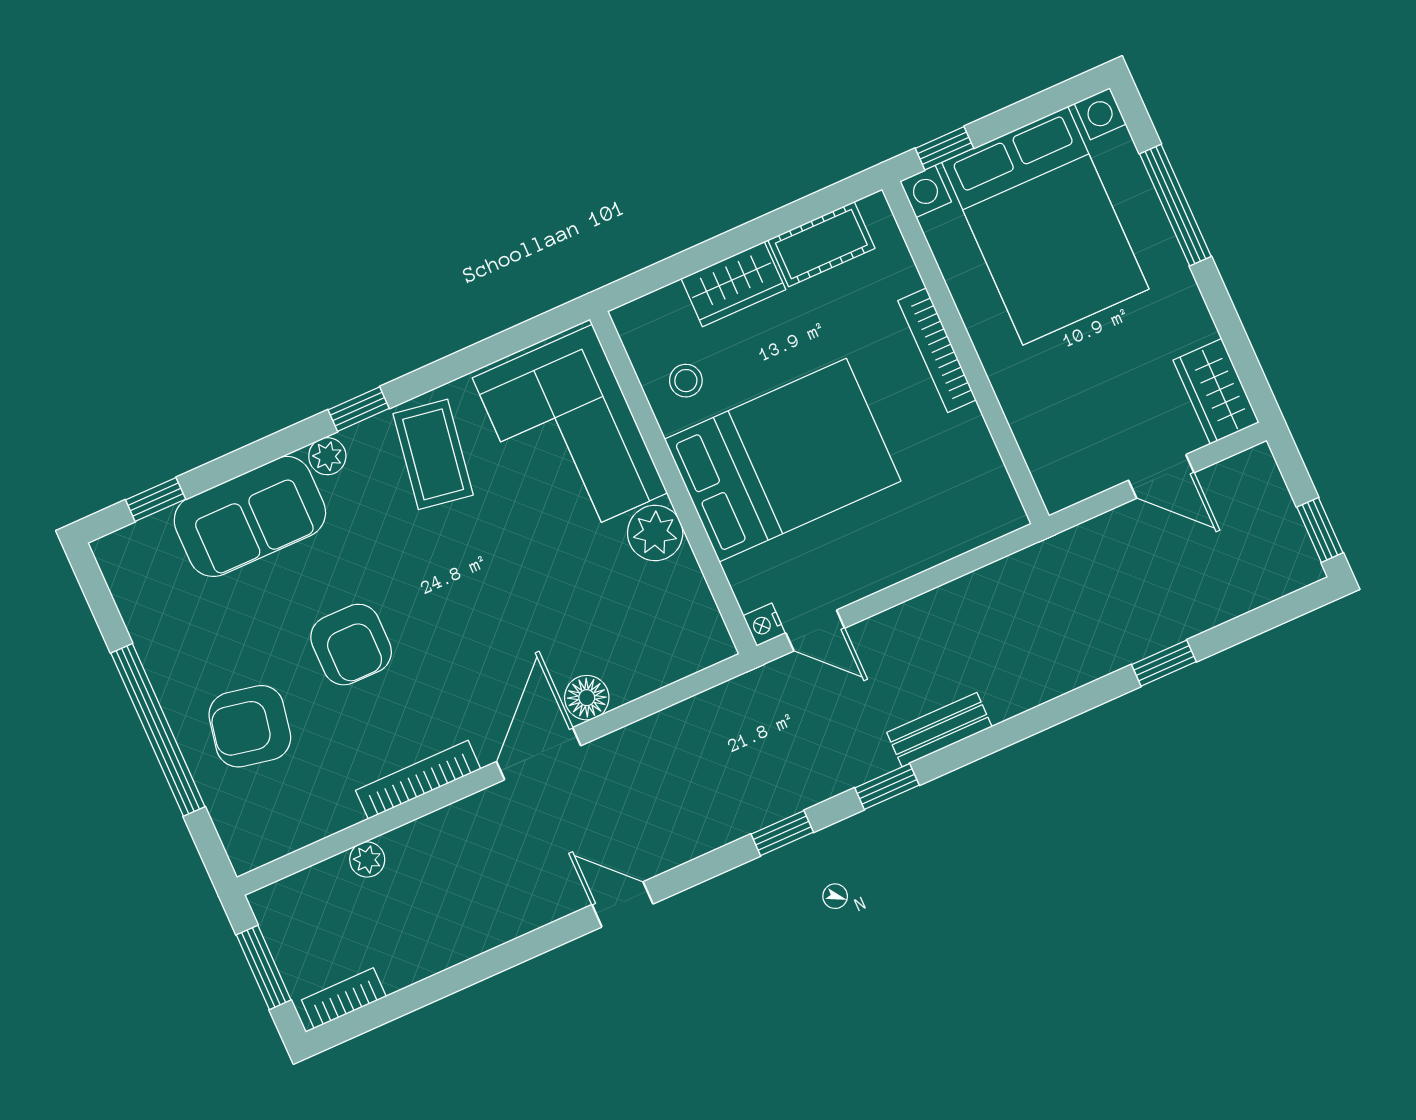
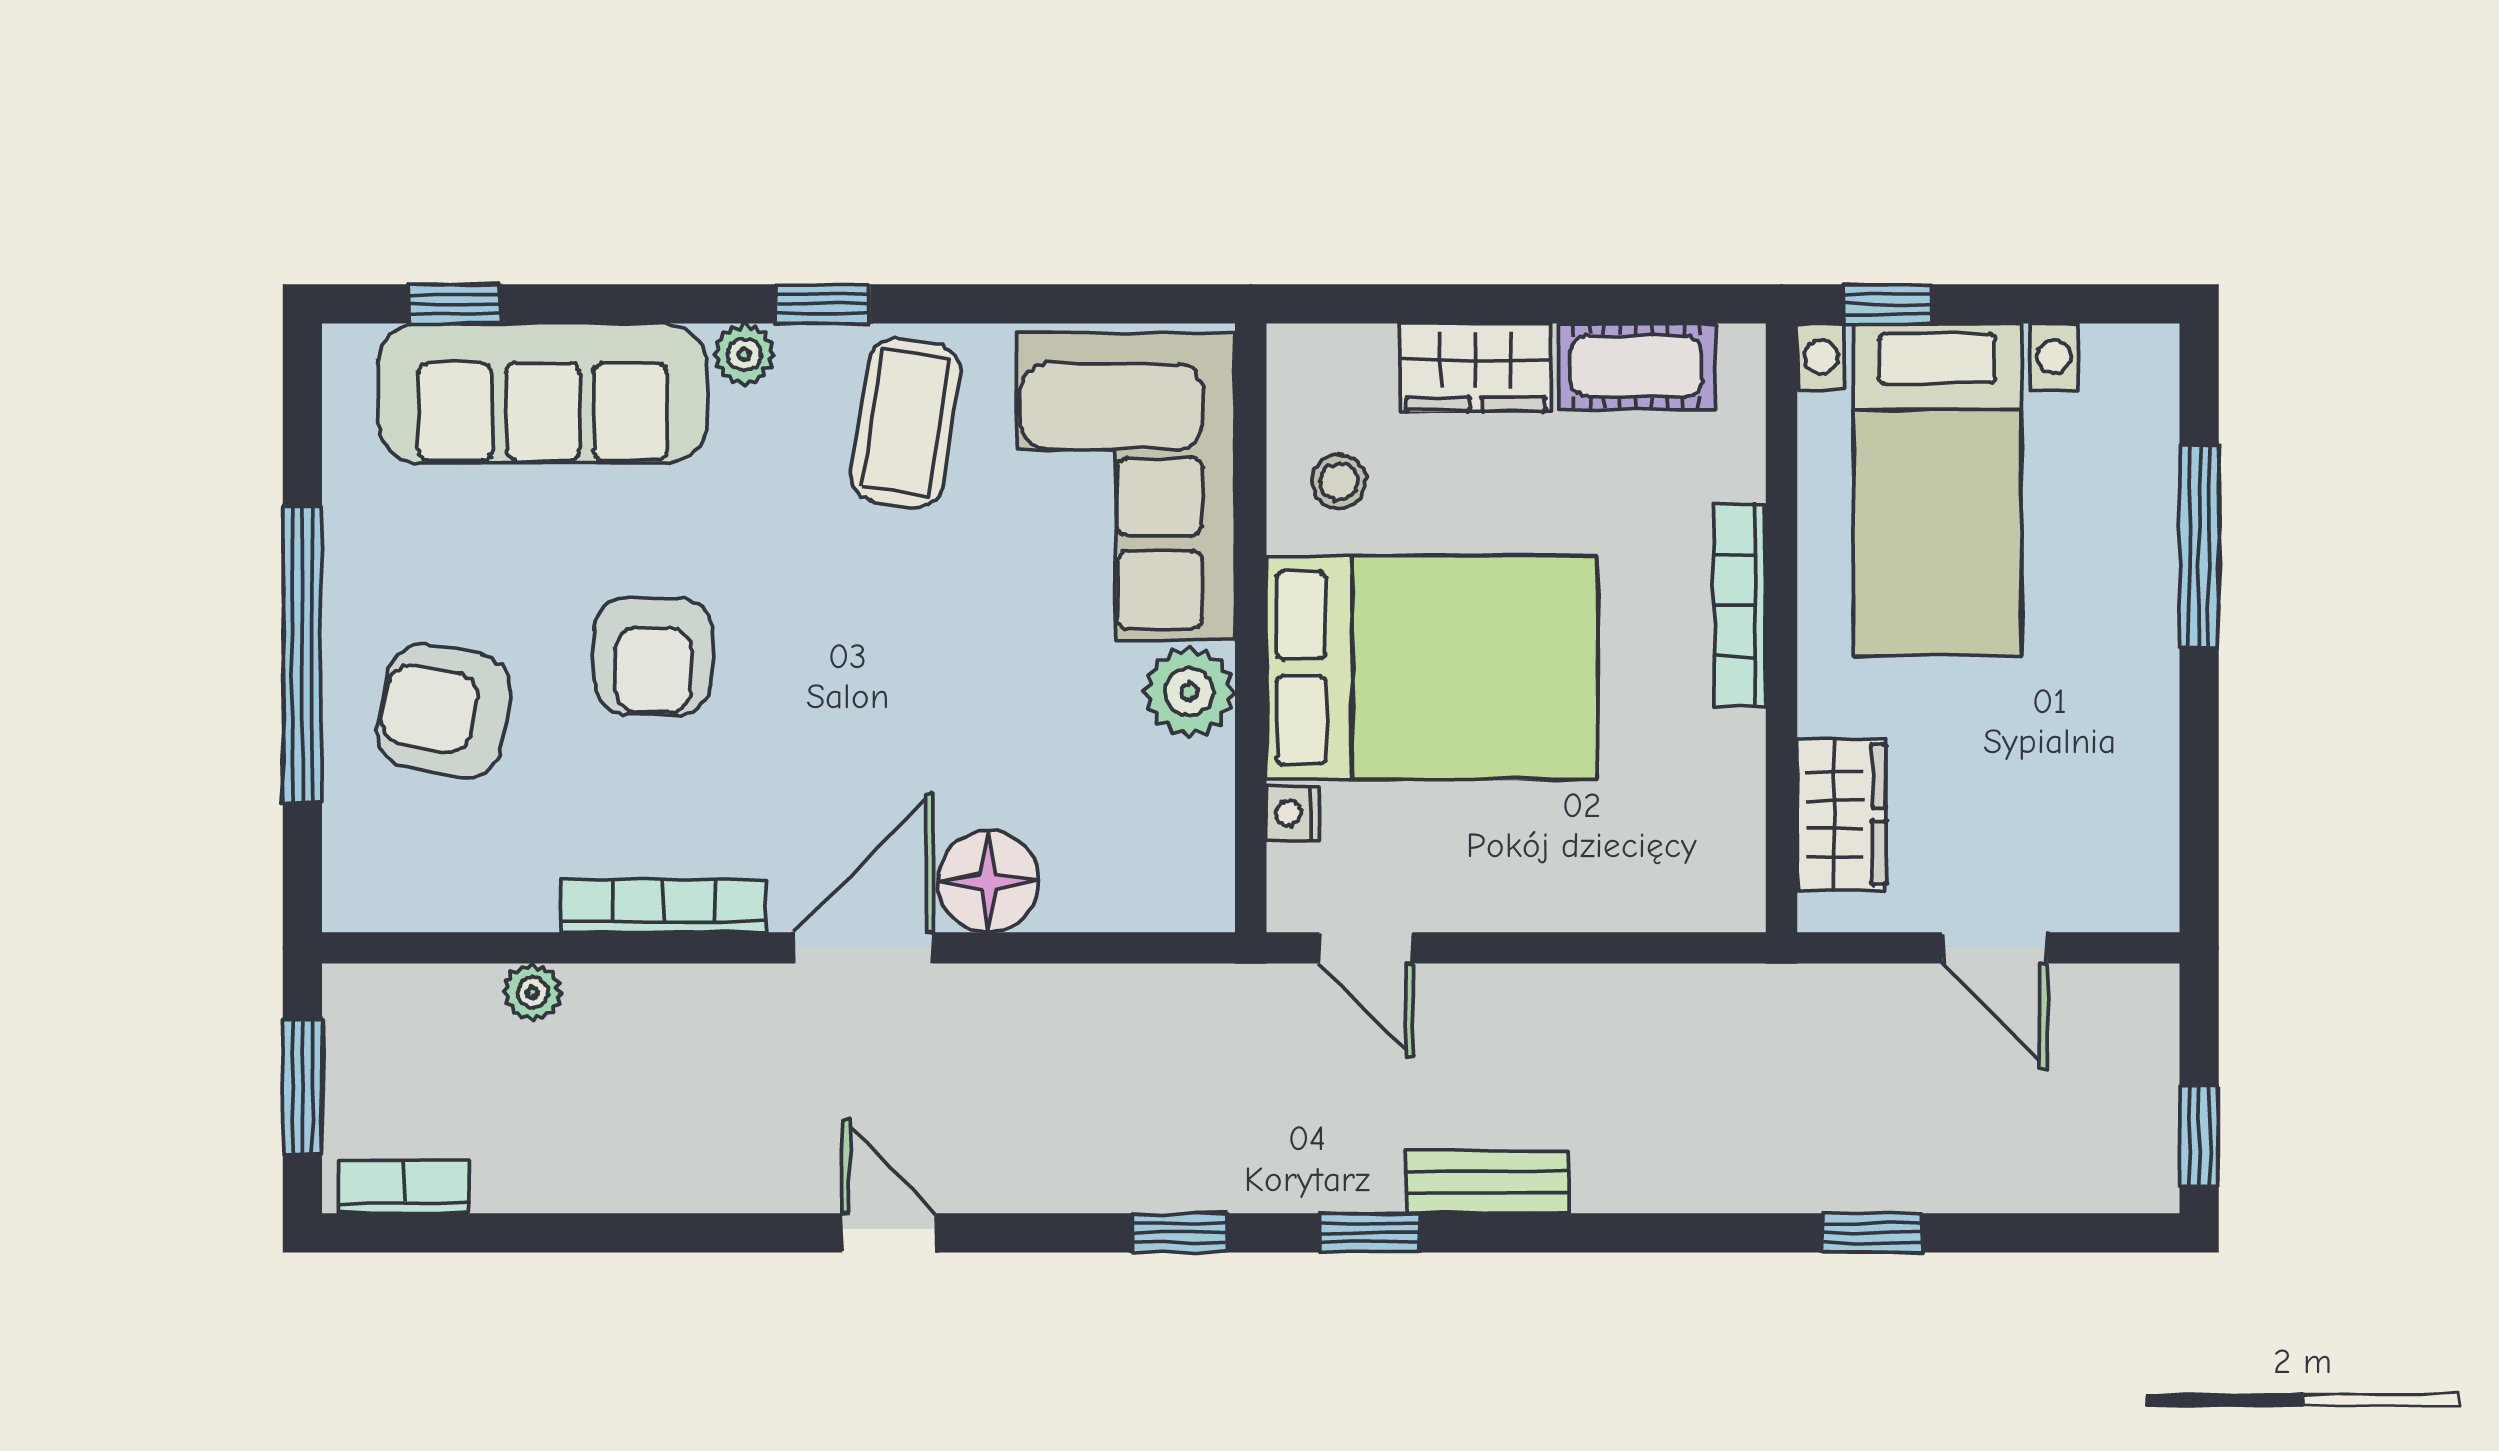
bed with nightstands: (1045, 226) -> (1937, 490), width x0.73
wardrobe: (1216, 391) -> (1841, 814), moved, turned 180
sofa: (250, 516) -> (542, 393), width x1.36
nightstand: (764, 625) -> (1293, 813), moved
floor lamp: (587, 698) -> (988, 882), width x1.38, depth x1.38

